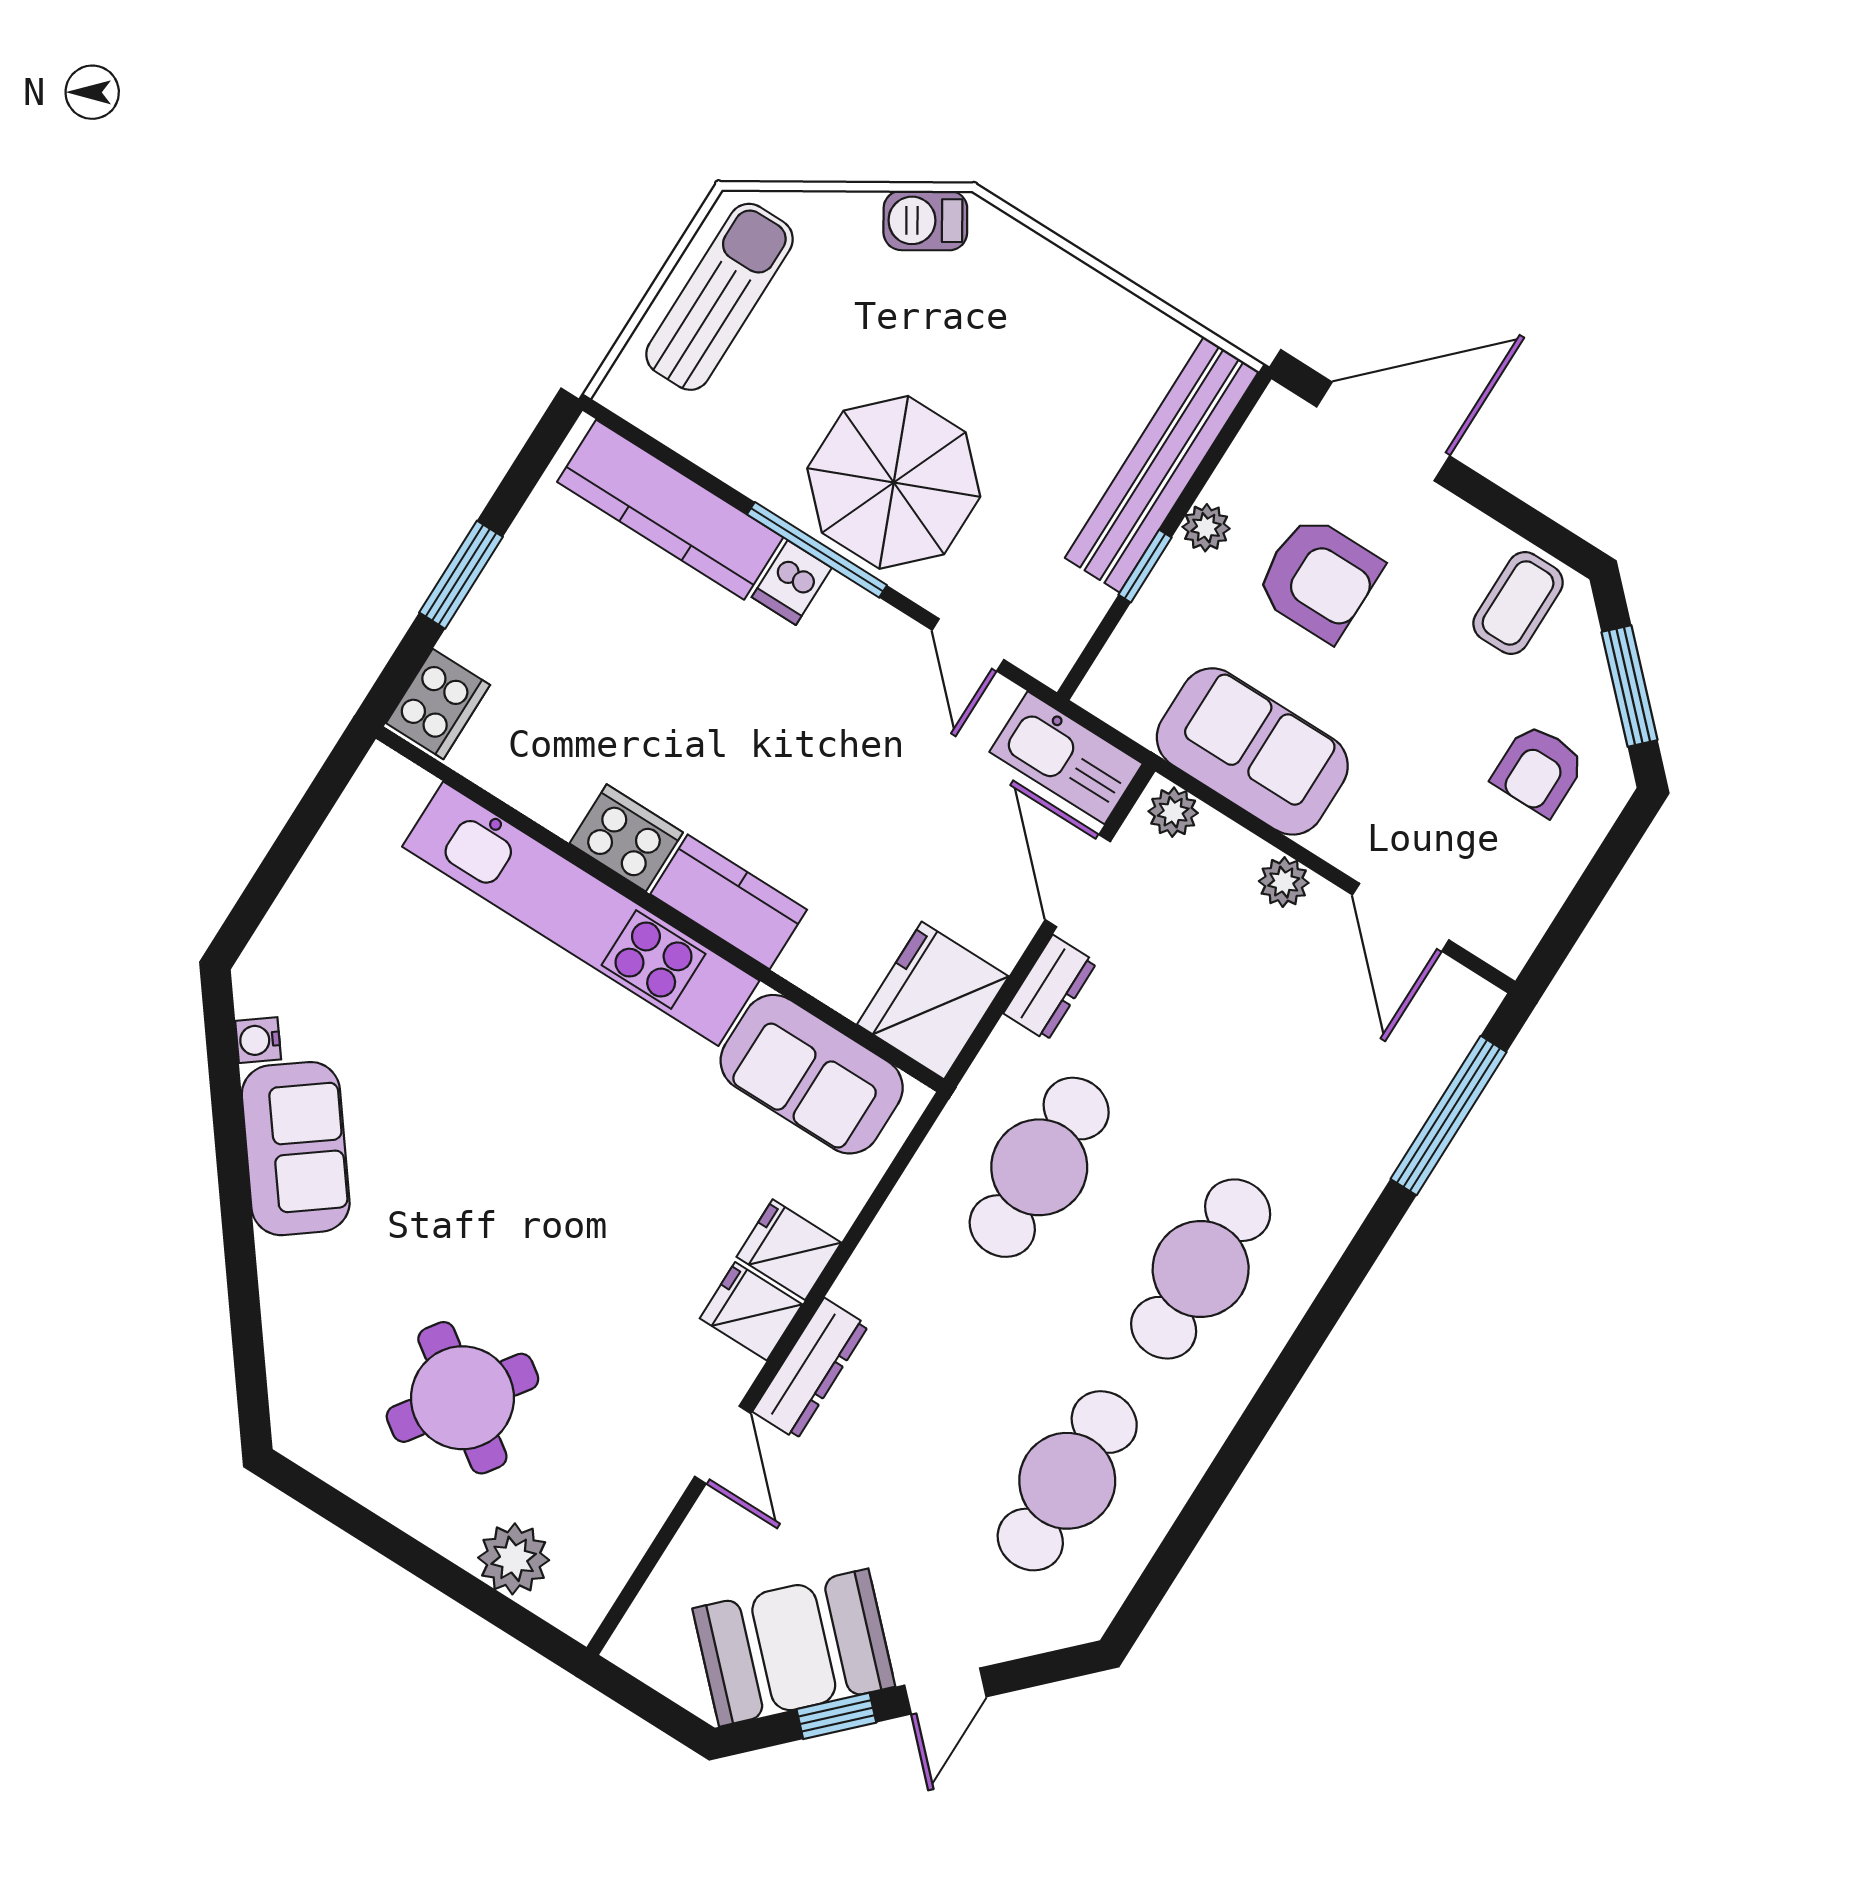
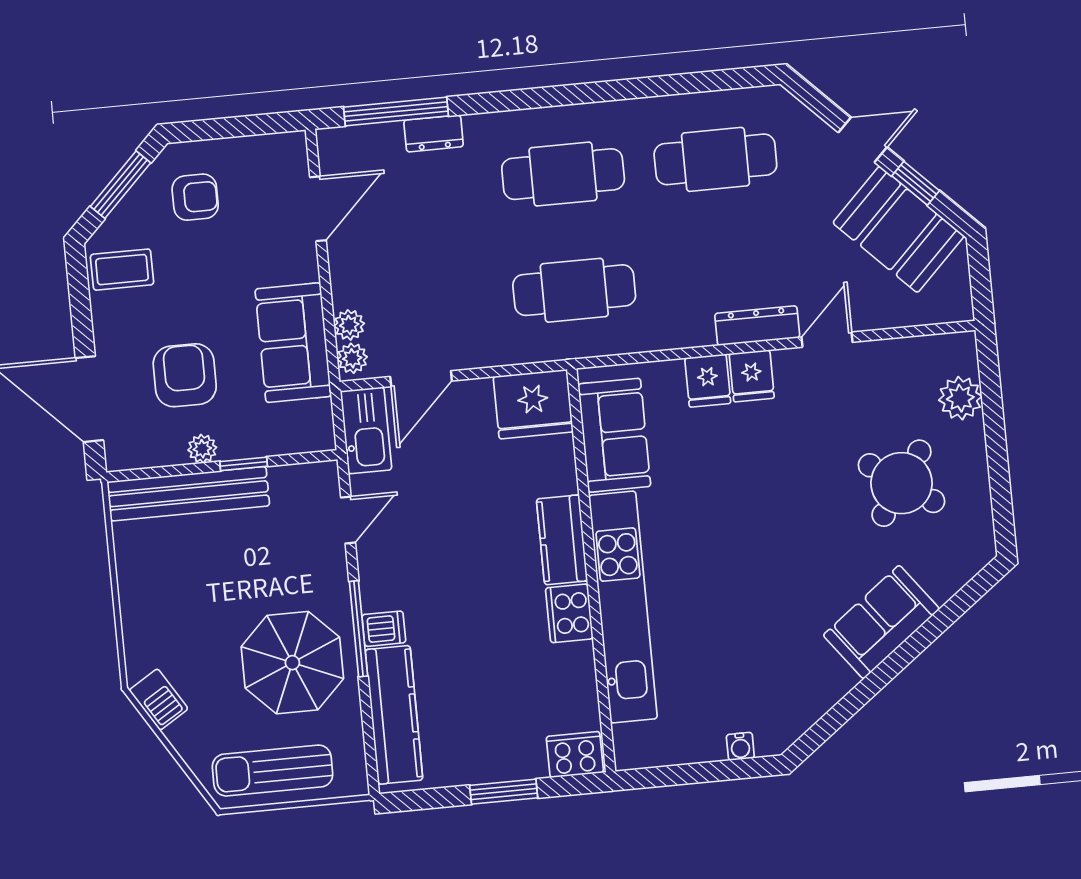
parasol: (894, 482) -> (292, 663), moved
plant: (1284, 882) -> (349, 325), moved
dresser: (1050, 988) -> (434, 133), moved, turned 180
water cooler: (258, 1040) -> (740, 746), moved, turned 37
sofa: (296, 1149) -> (881, 622), moved

